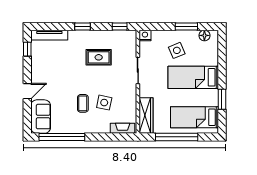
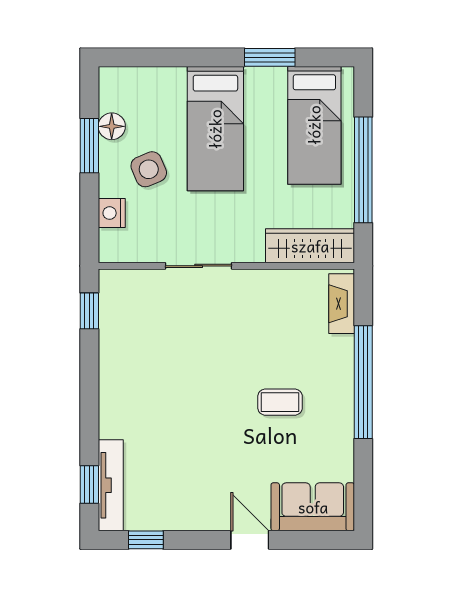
window: (82, 26) -> (89, 485), moved
nightstand: (145, 35) -> (112, 213), moved
floor lamp: (204, 35) -> (112, 126), moved
rug: (99, 57) -> (166, 363), removed
side table: (104, 103) -> (278, 349), removed
window: (62, 137) -> (363, 382), moved

